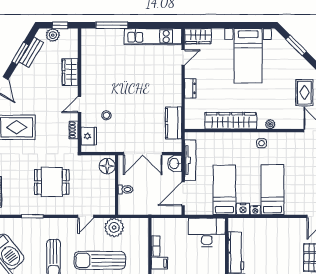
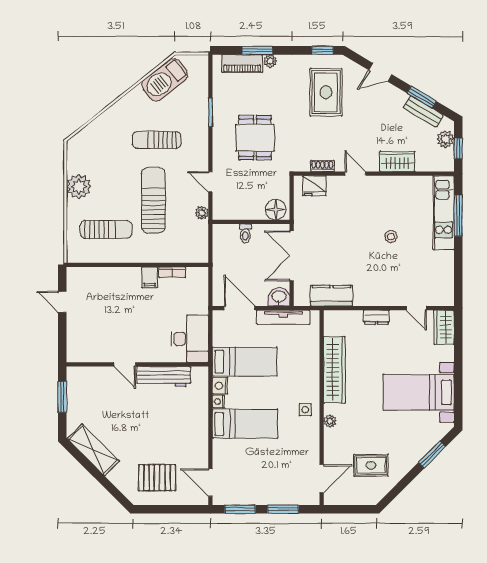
kitchen unit: (153, 37) -> (444, 213), moved
stool: (106, 115) -> (391, 236), moved
plant: (114, 227) -> (202, 213), width x0.53, depth x0.53

